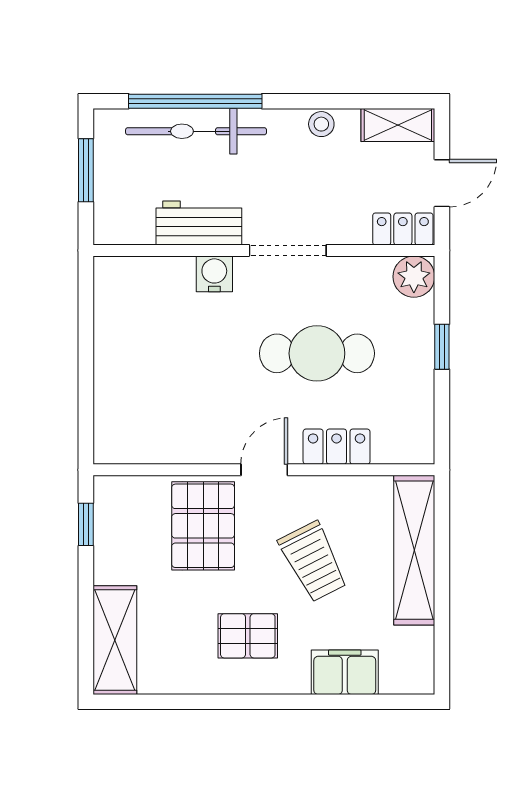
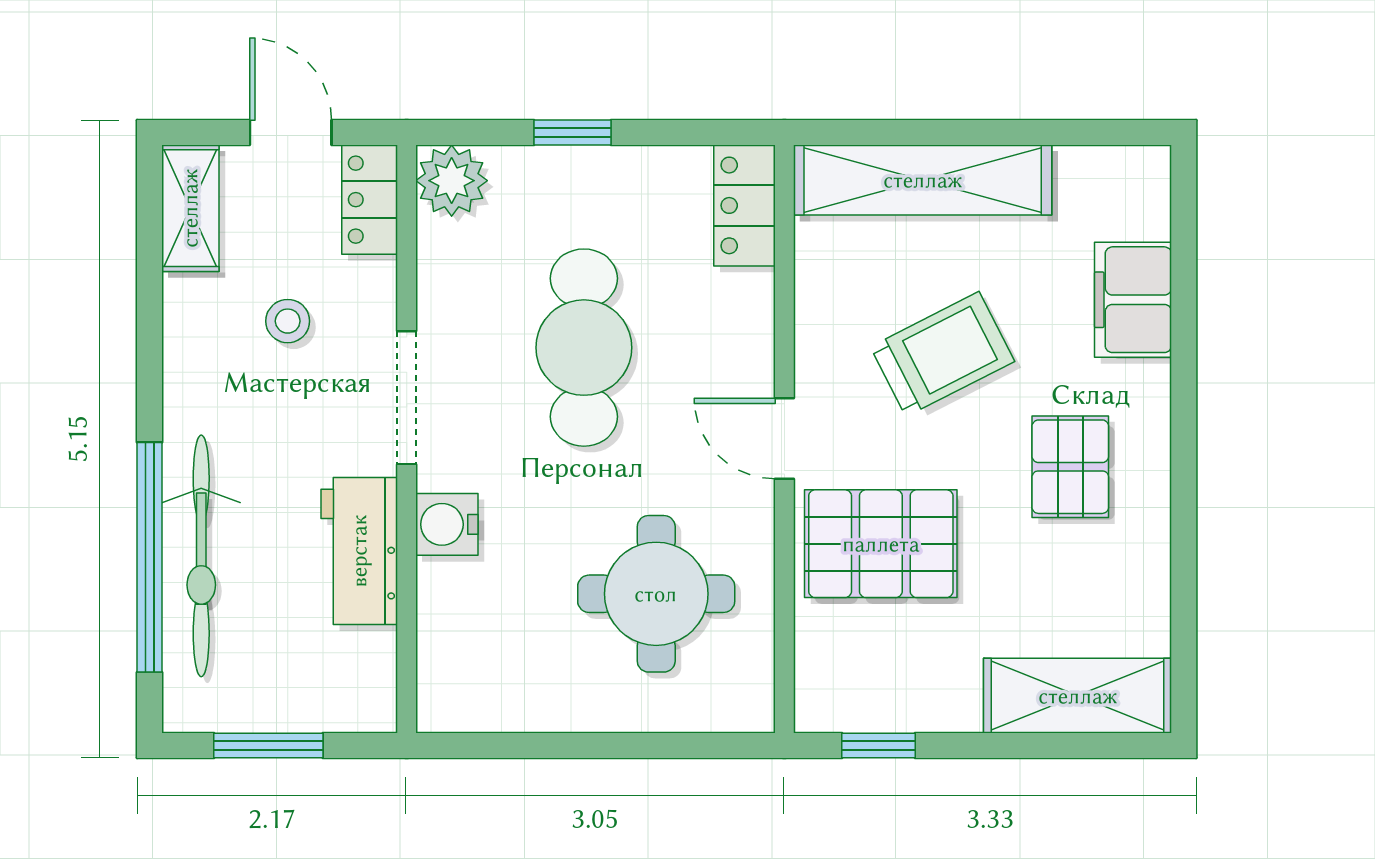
stool: (321, 124) -> (288, 321), moved
round table: (174, 395) -> (656, 594), added
locker: (337, 447) -> (744, 205), moved

